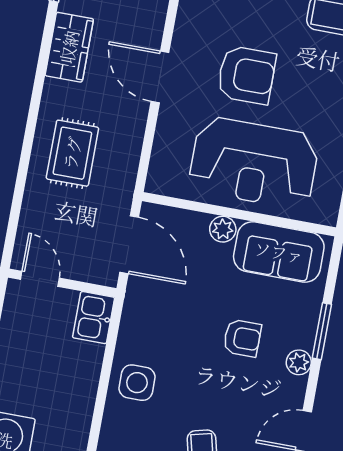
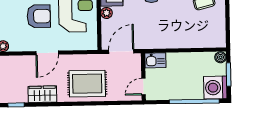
armchair: (246, 75) -> (39, 16), turned 90
rug: (72, 153) -> (87, 84), width x1.36, depth x1.43
side table: (137, 383) -> (179, 36), removed

